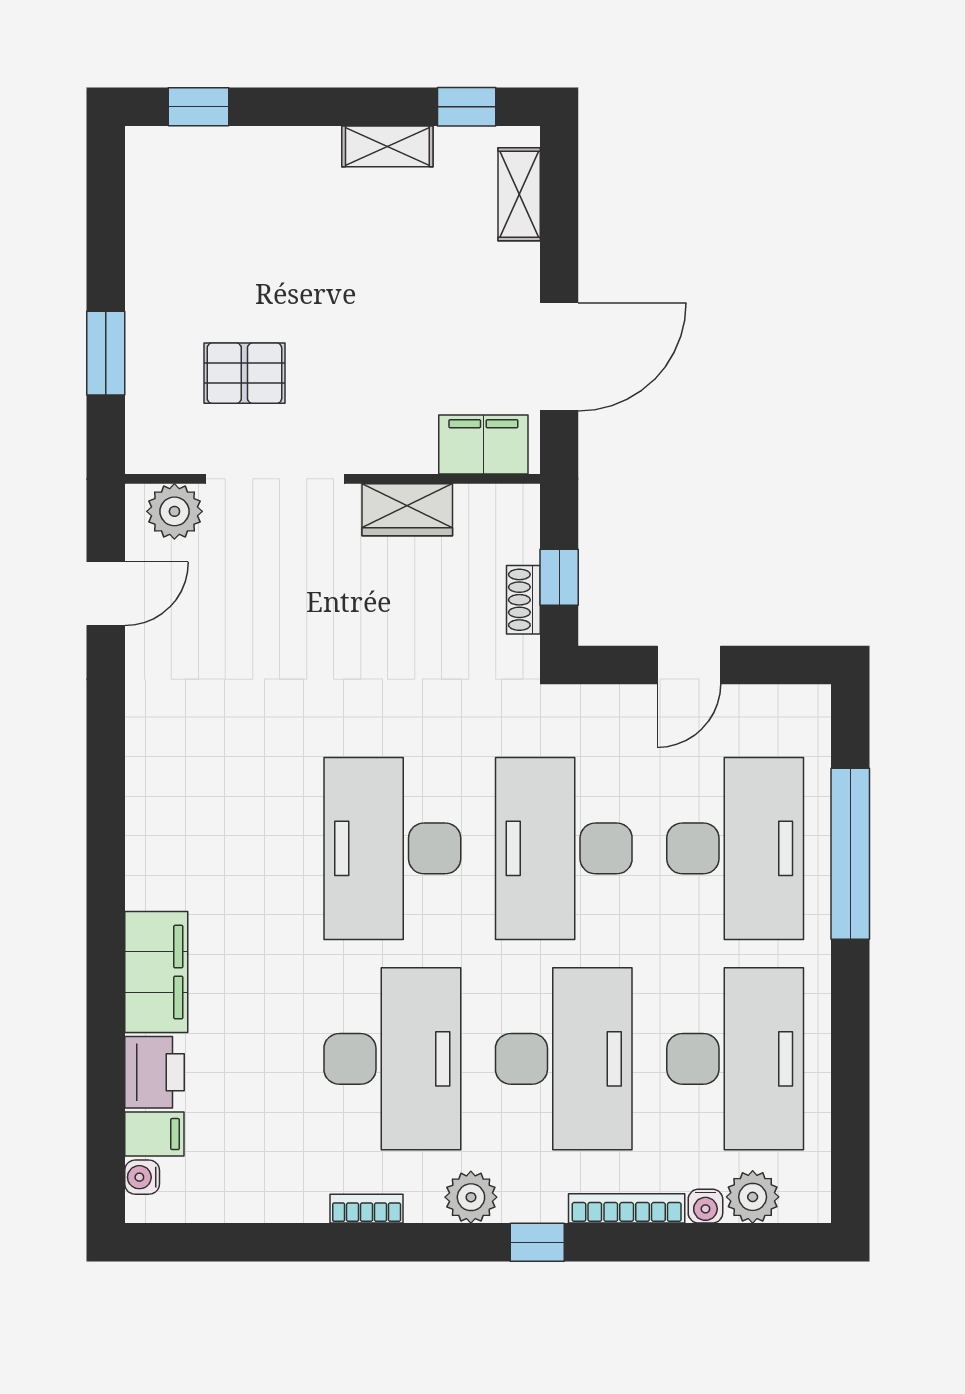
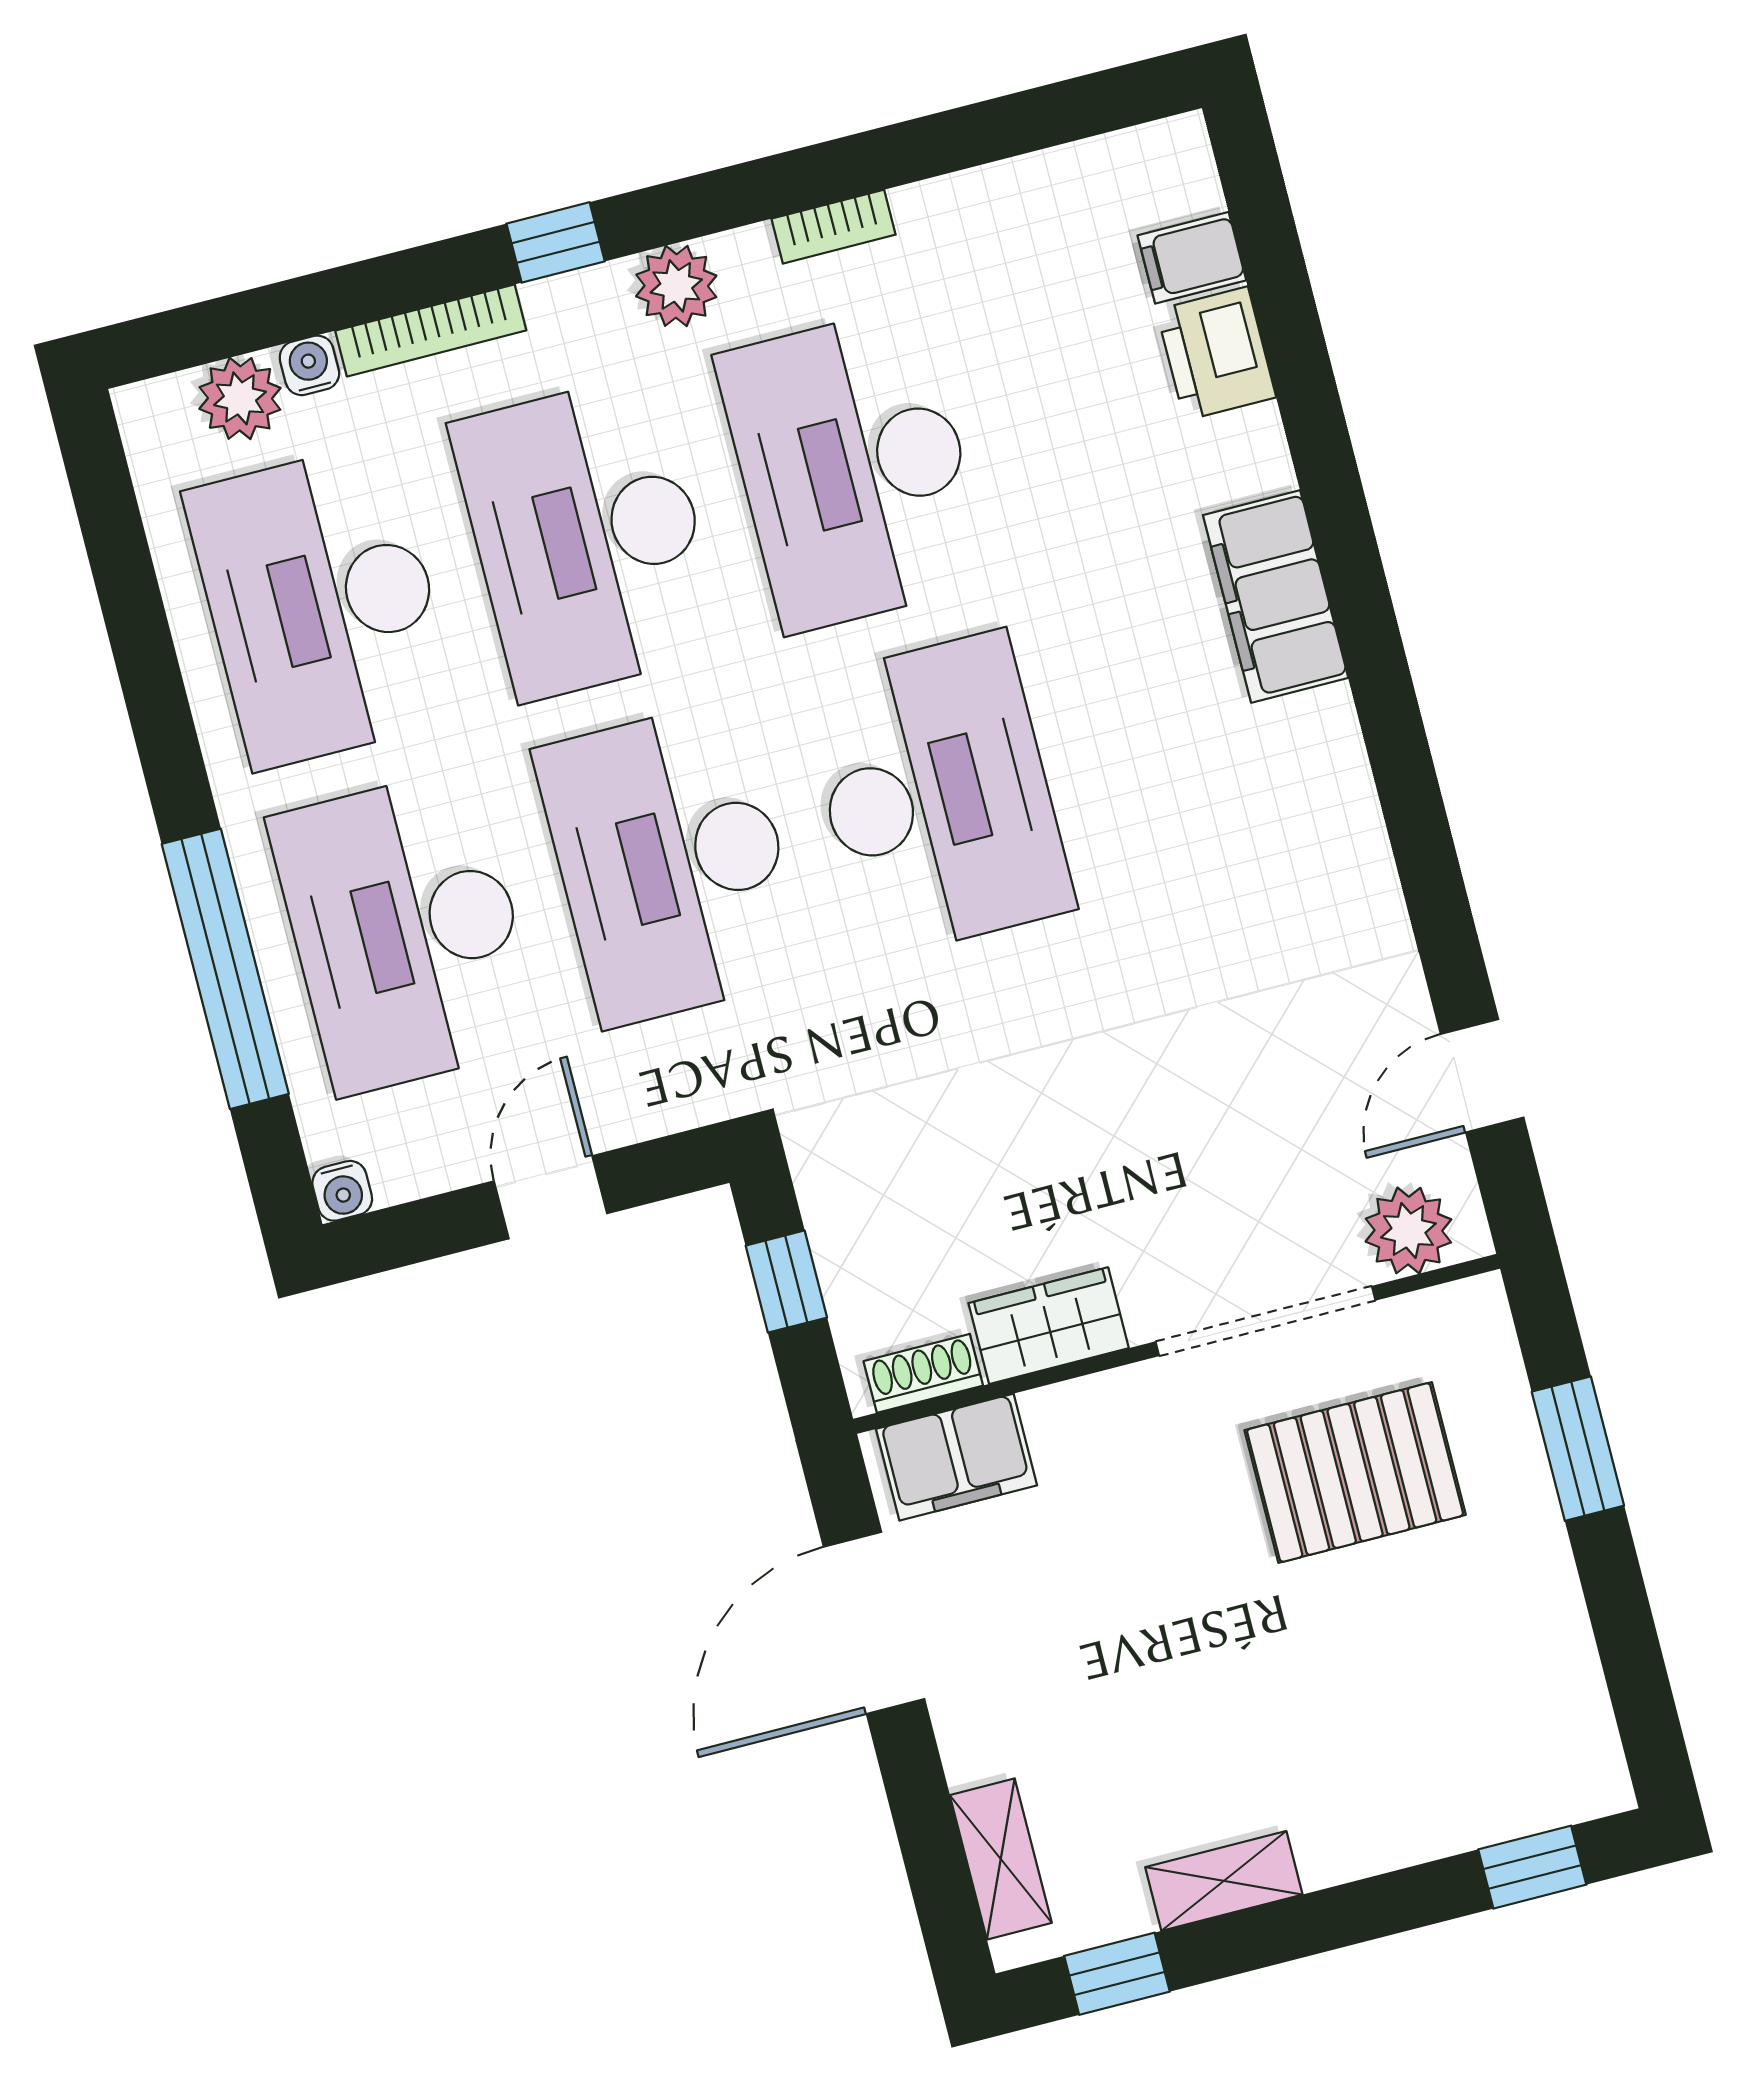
pallet: (244, 373) -> (1355, 1473), width x1.50, depth x1.42
shoe rack: (523, 600) -> (923, 1373), moved, turned -90
desk: (564, 848) -> (671, 863), turned 180
filing cabinet: (156, 972) -> (1276, 596), moved
water cooler: (142, 1177) -> (342, 1191), moved, turned 90

